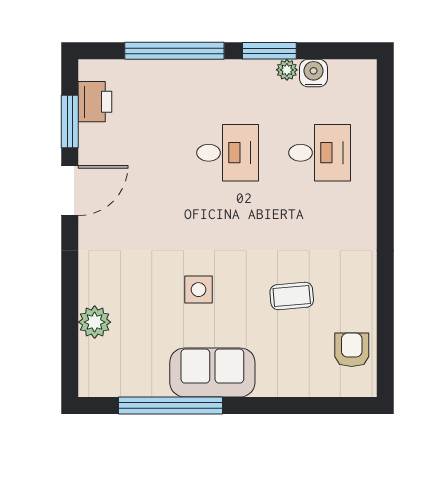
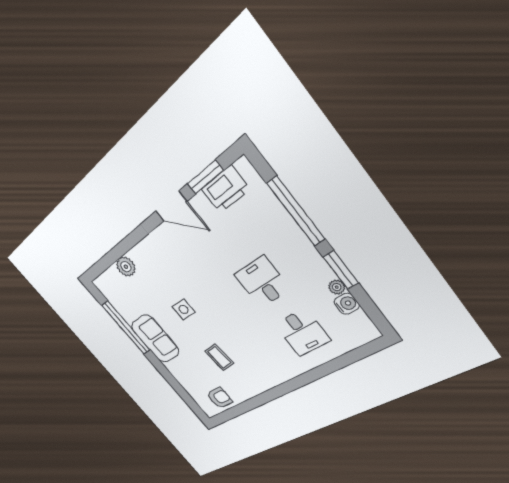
printer: (95, 102) -> (226, 189), width x1.37, depth x1.19
desk: (228, 153) -> (262, 282), turned 180

